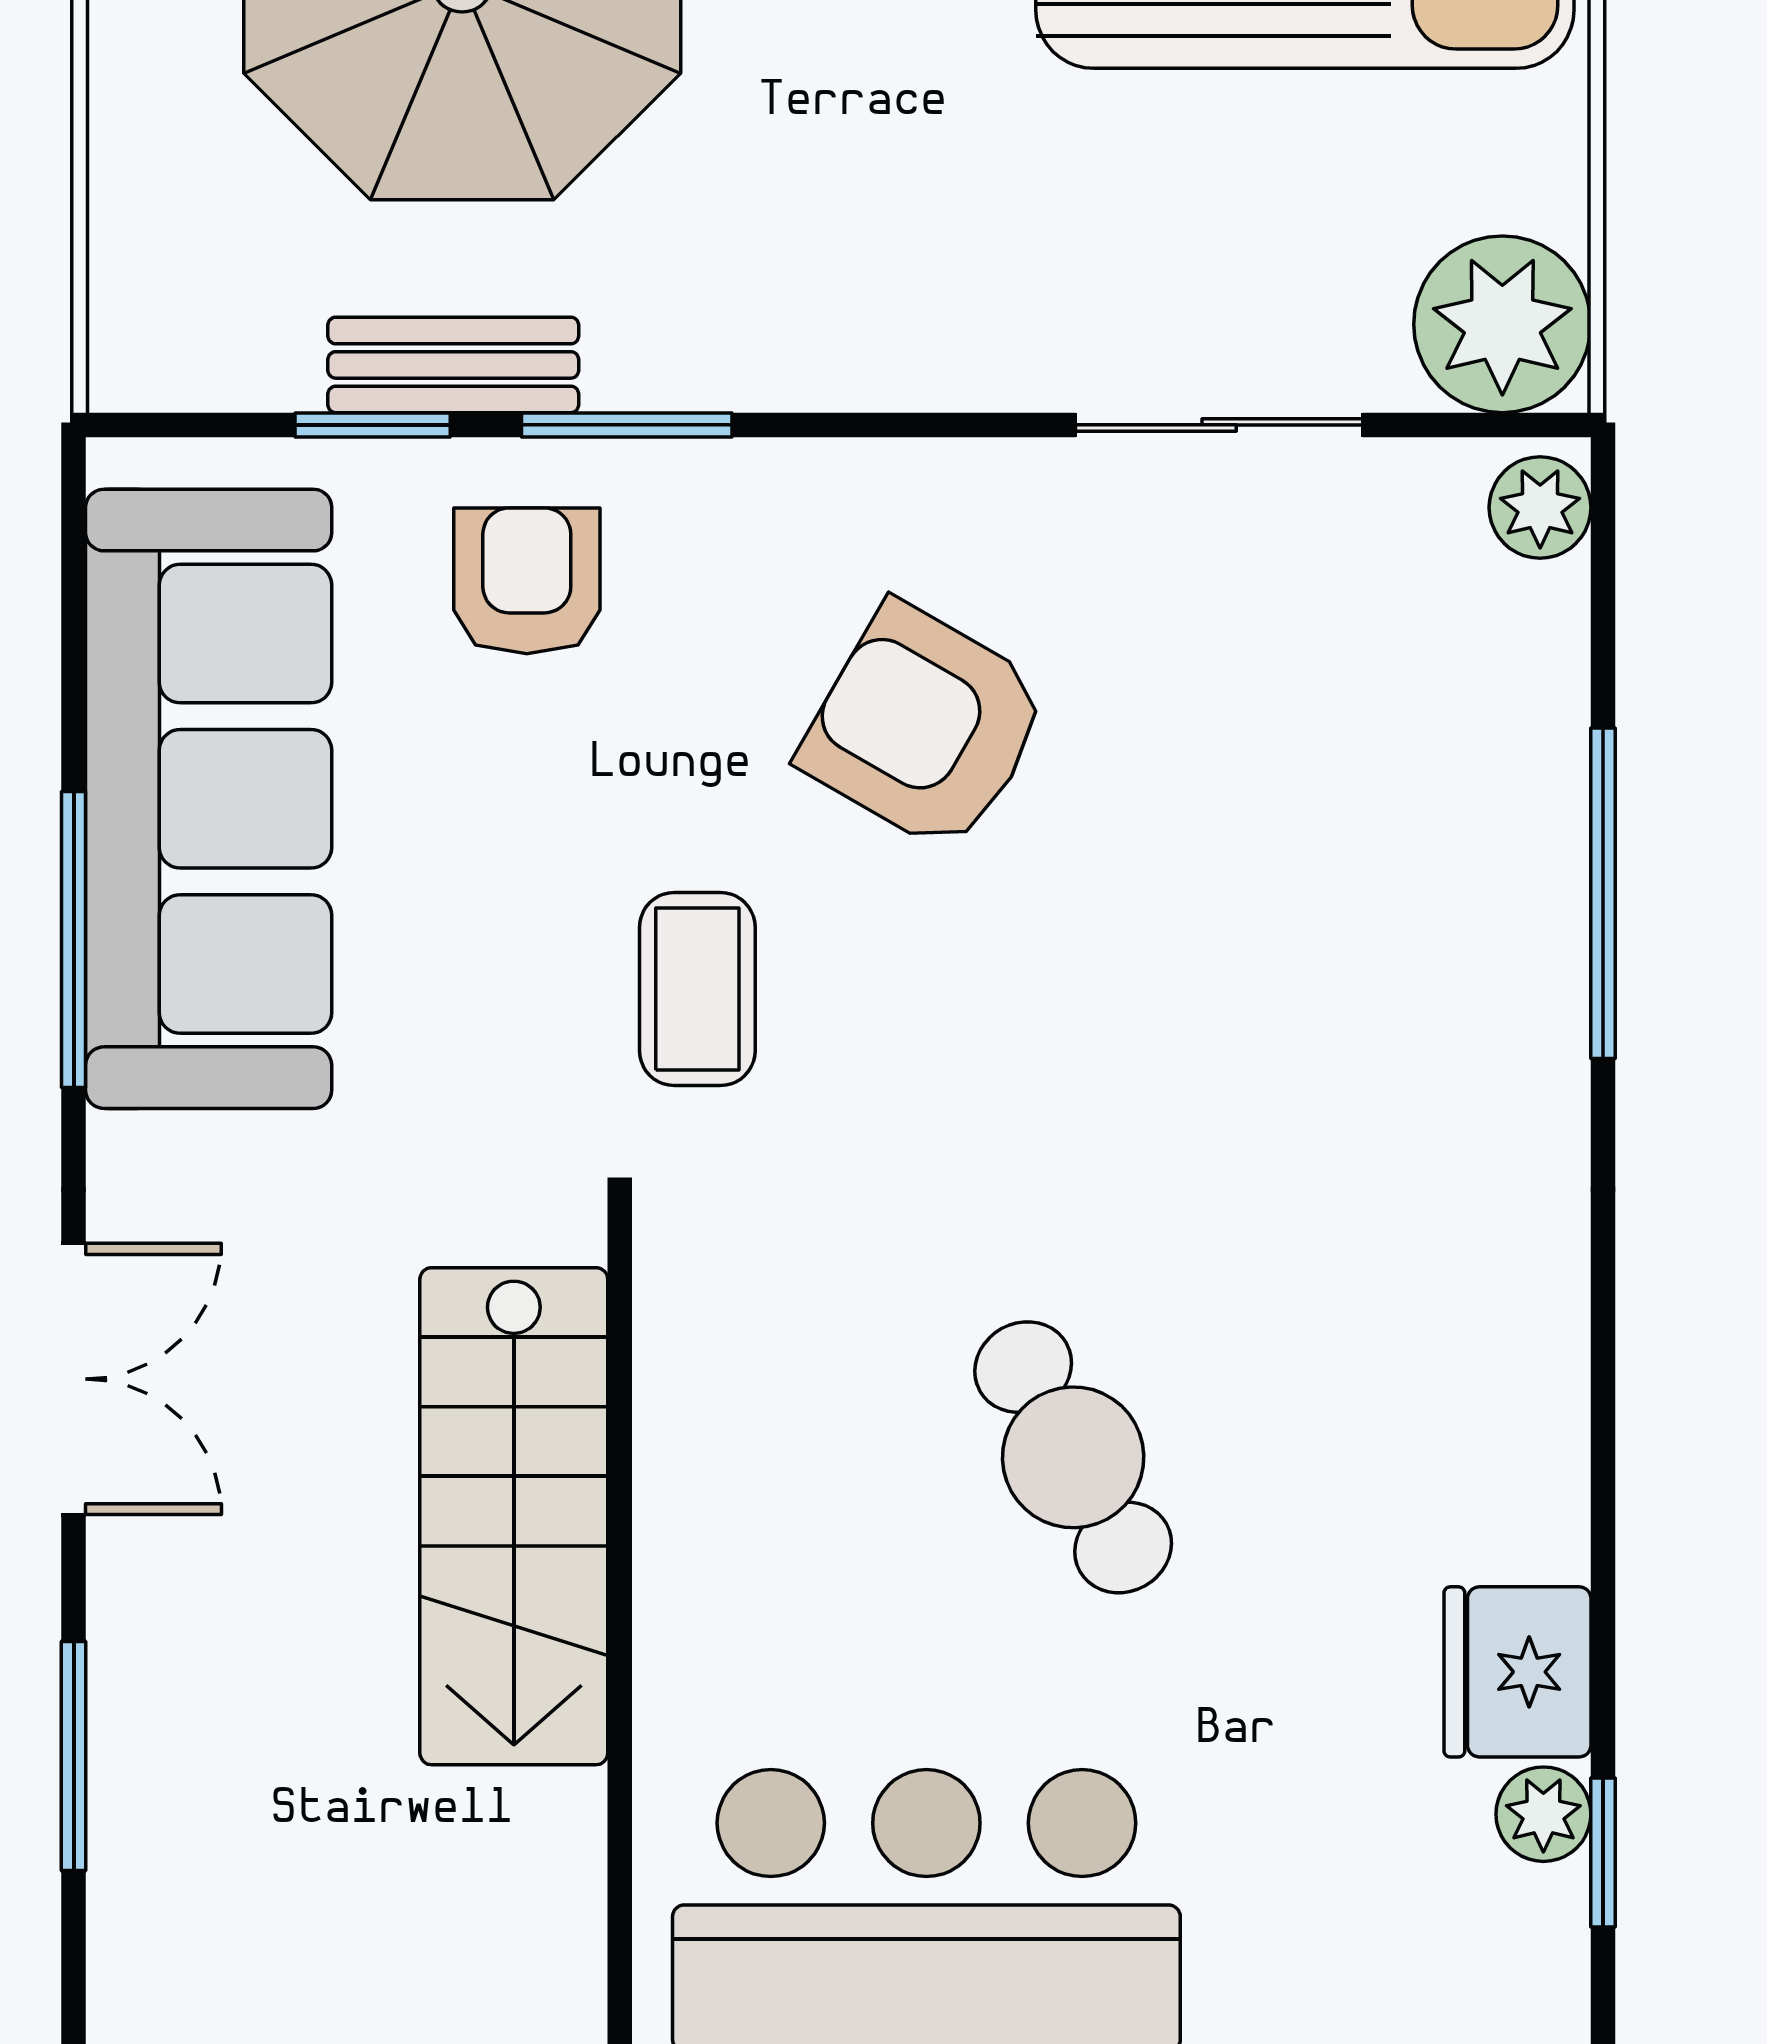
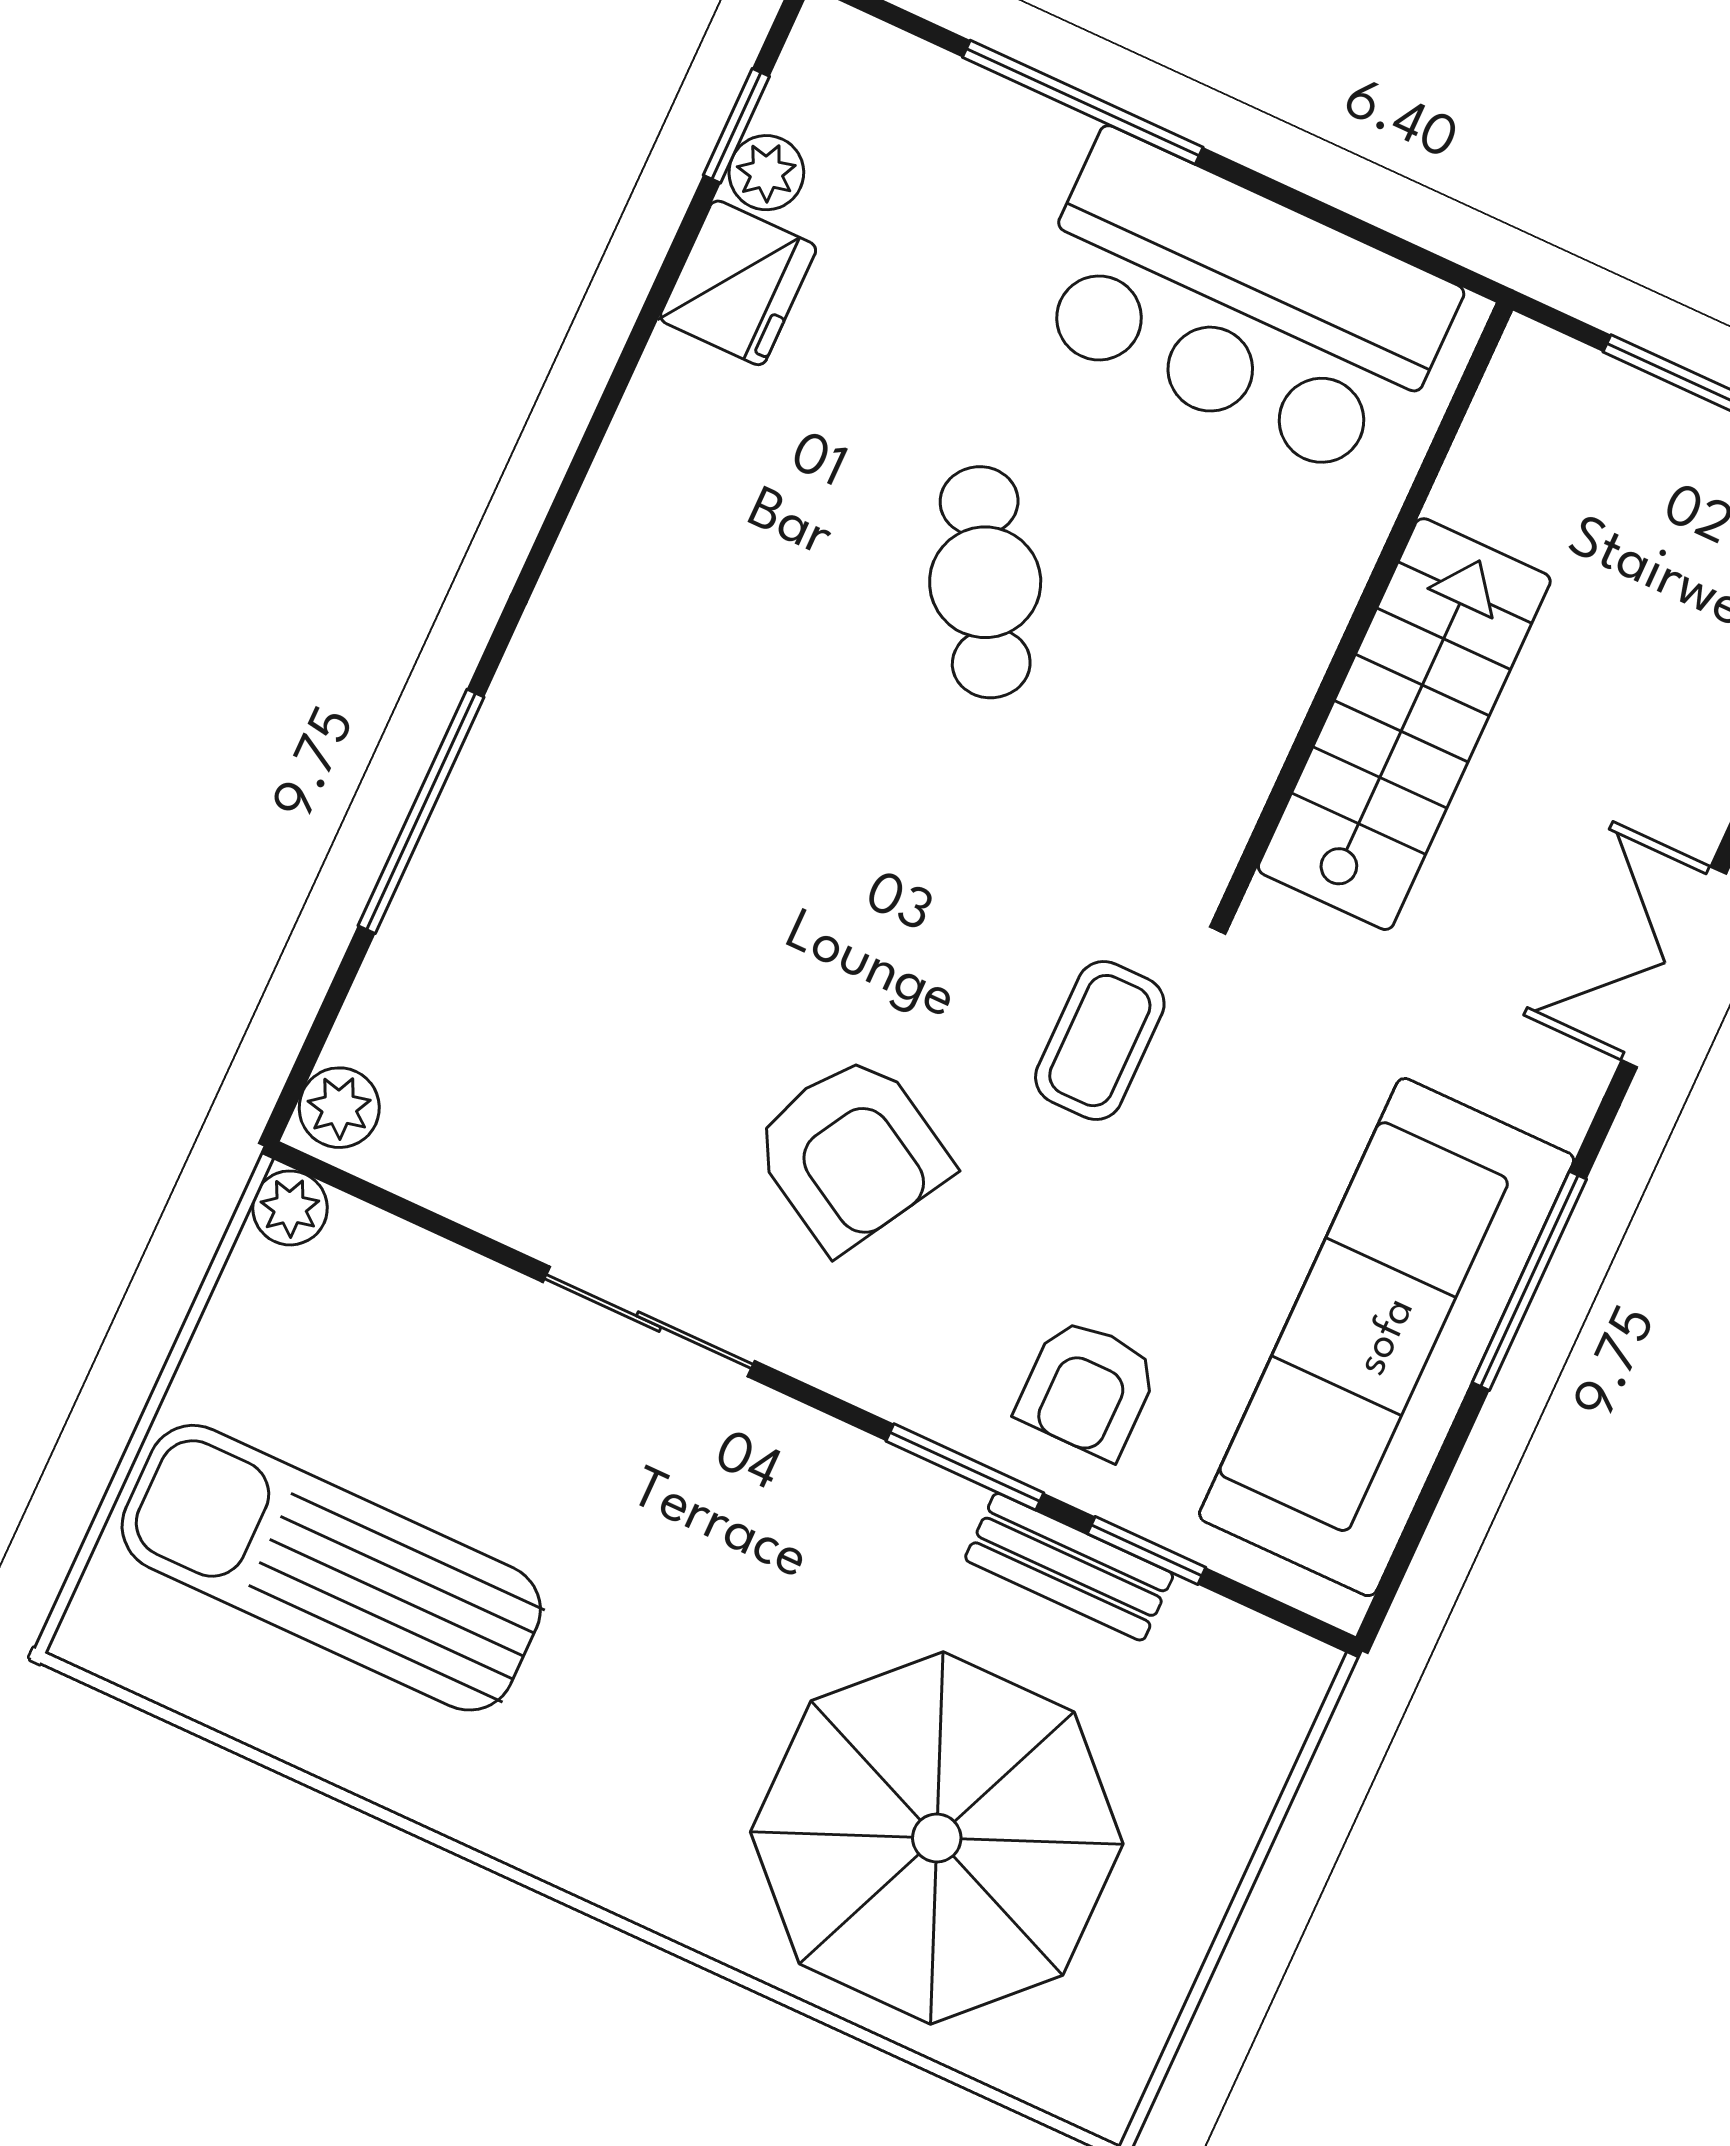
plant: (1502, 324) -> (290, 1208), width x0.53, depth x0.53
sliding door: (1219, 425) -> (649, 1322), moved

